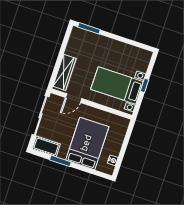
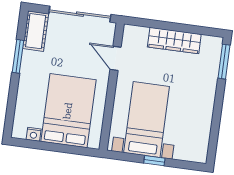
wardrobe: (64, 72) -> (174, 41), moved
bed: (87, 143) -> (68, 111), moved, turned -90

